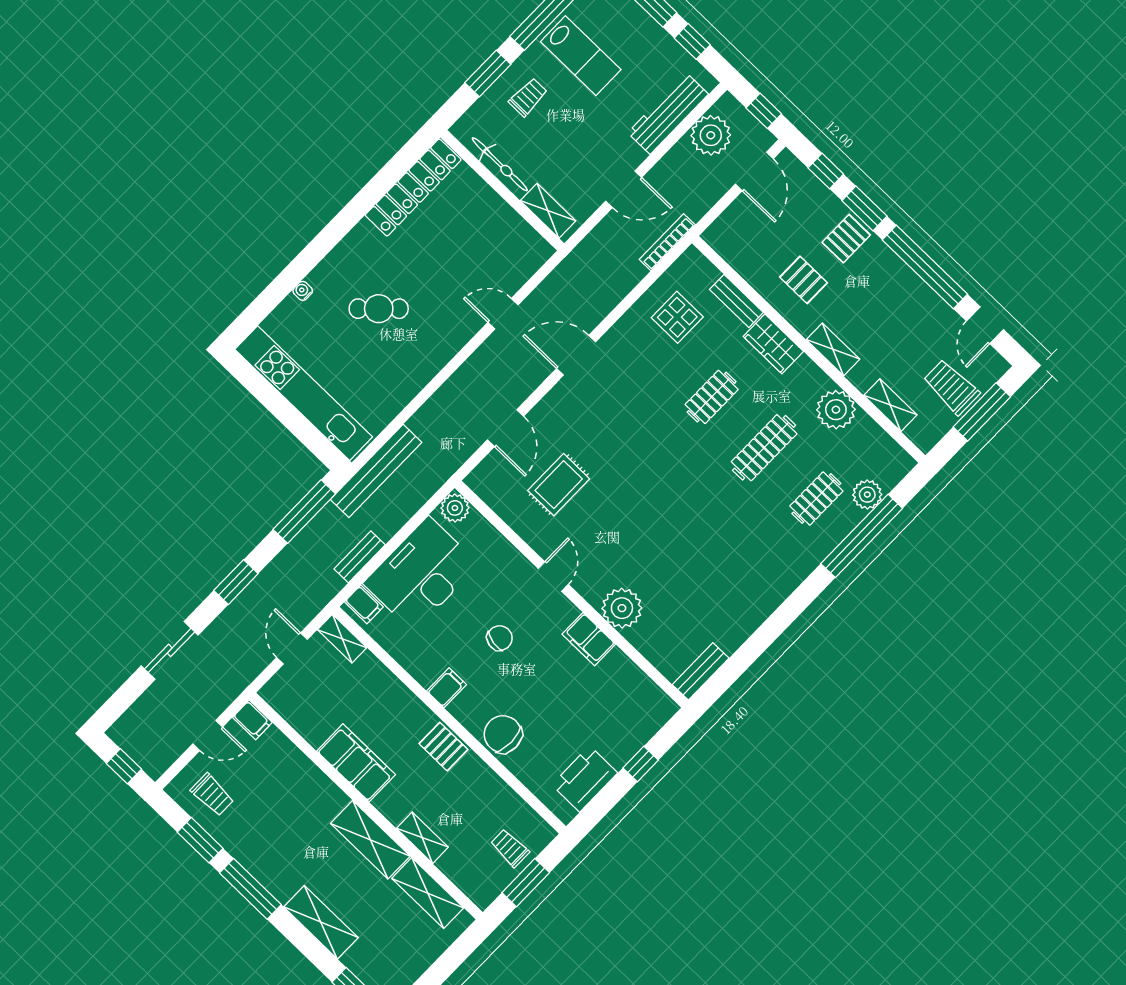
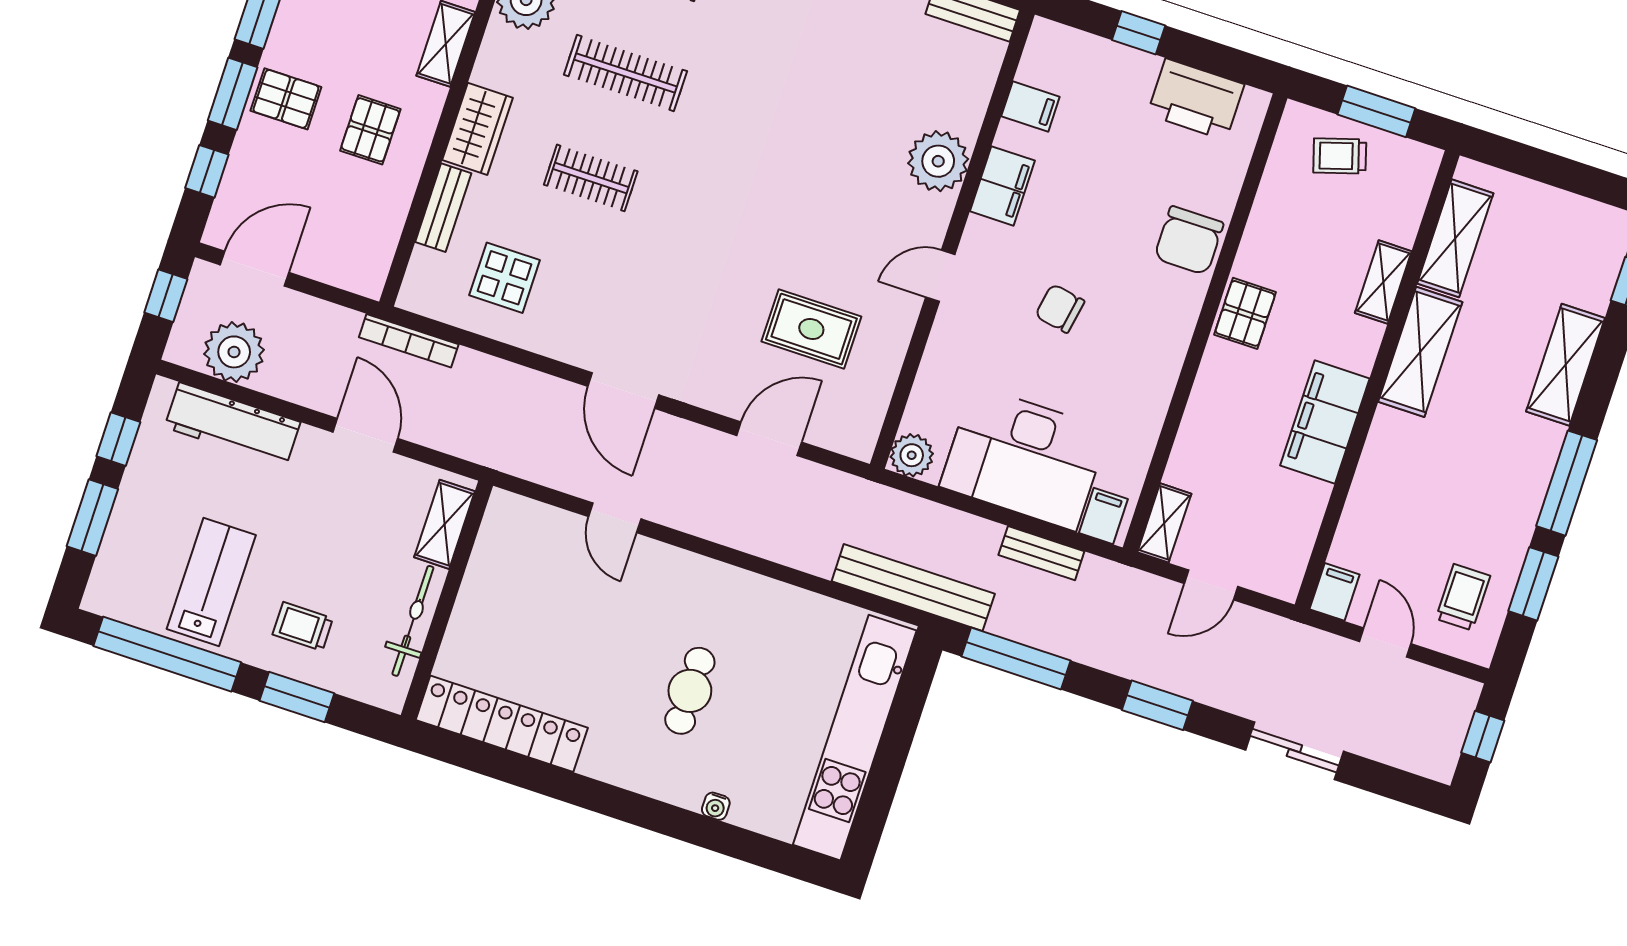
cafe table: (379, 309) -> (690, 691), turned 44
filing cabinet: (447, 688) -> (1030, 107), moved, turned 180
trolley: (510, 848) -> (1340, 156), turned 73

